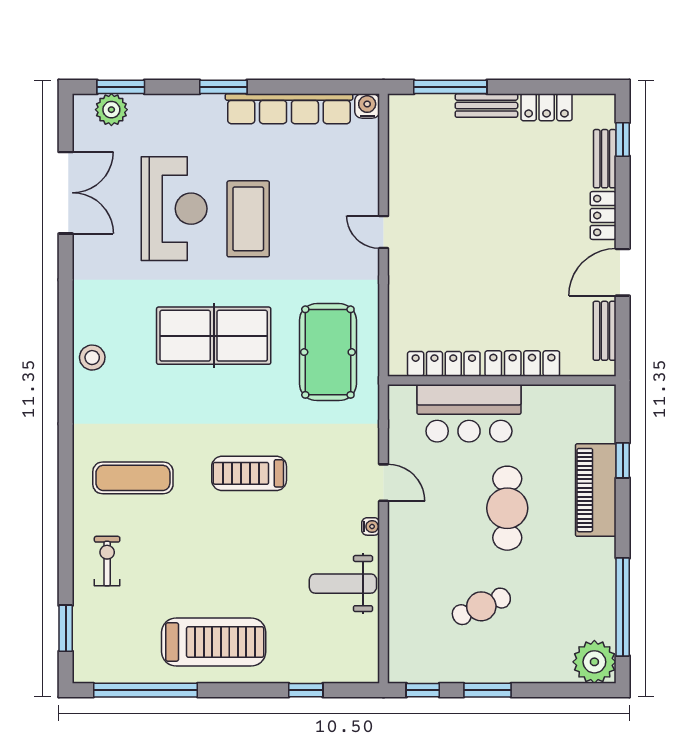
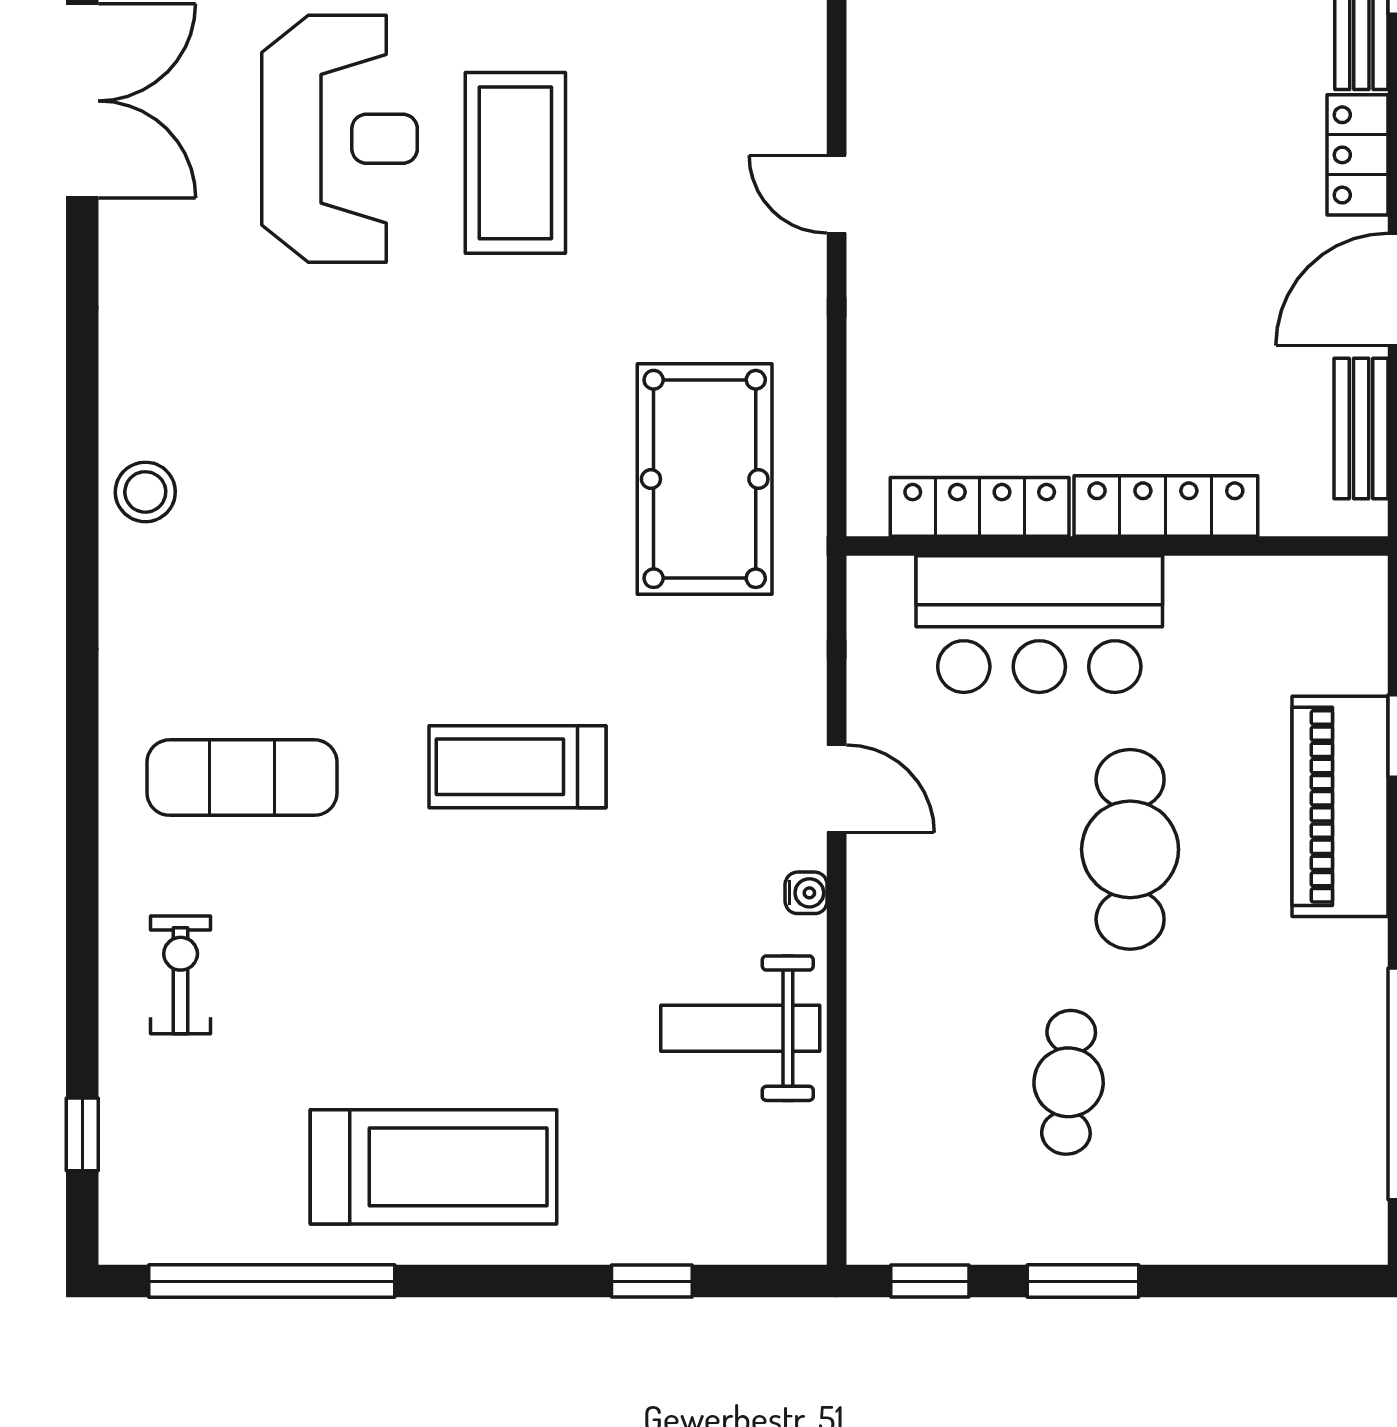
table tennis table: (214, 336) -> (433, 440), removed
cafe table: (481, 606) -> (1069, 1082), turned -64
window: (66, 628) -> (82, 1134), width x0.67
plant: (594, 662) -> (1337, 1214), removed

